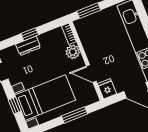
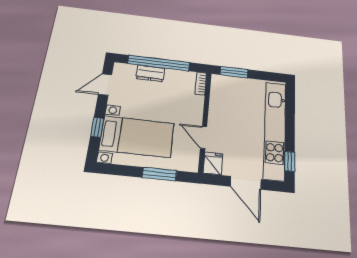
window: (30, 34) -> (159, 63), width x3.17
plant: (73, 52) -> (195, 104), removed

